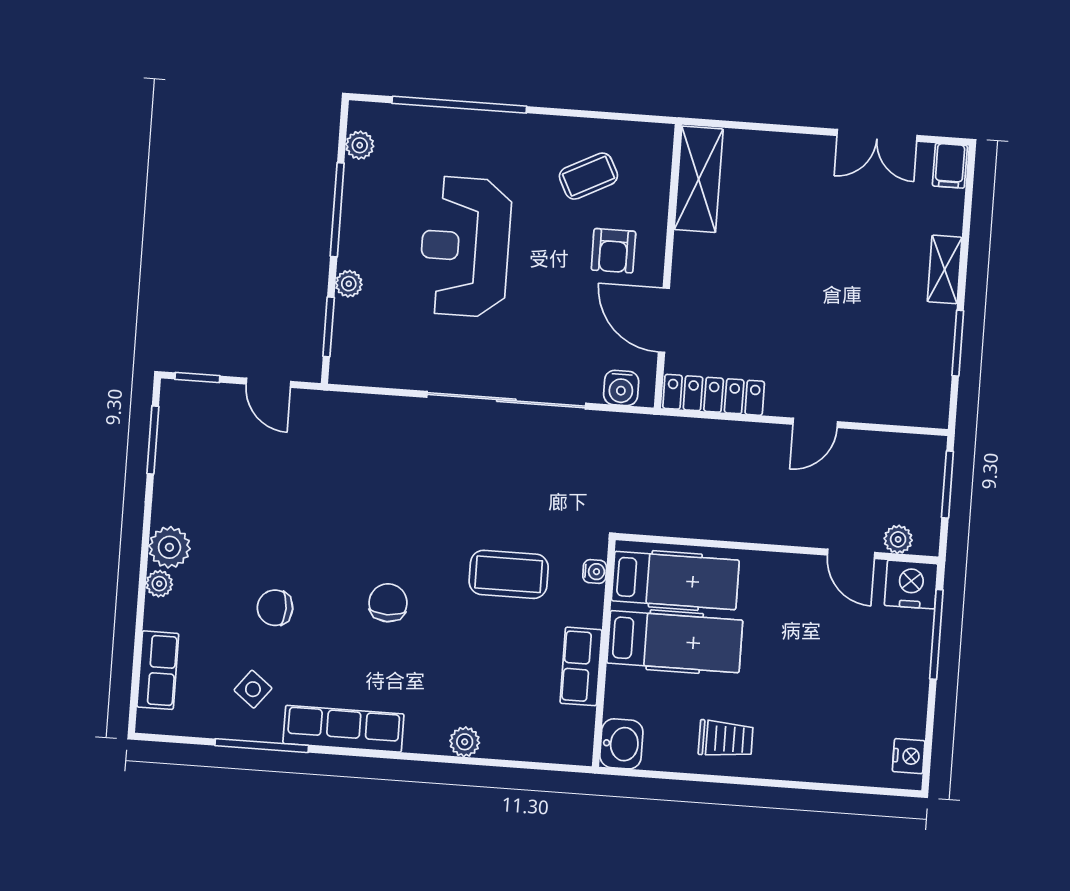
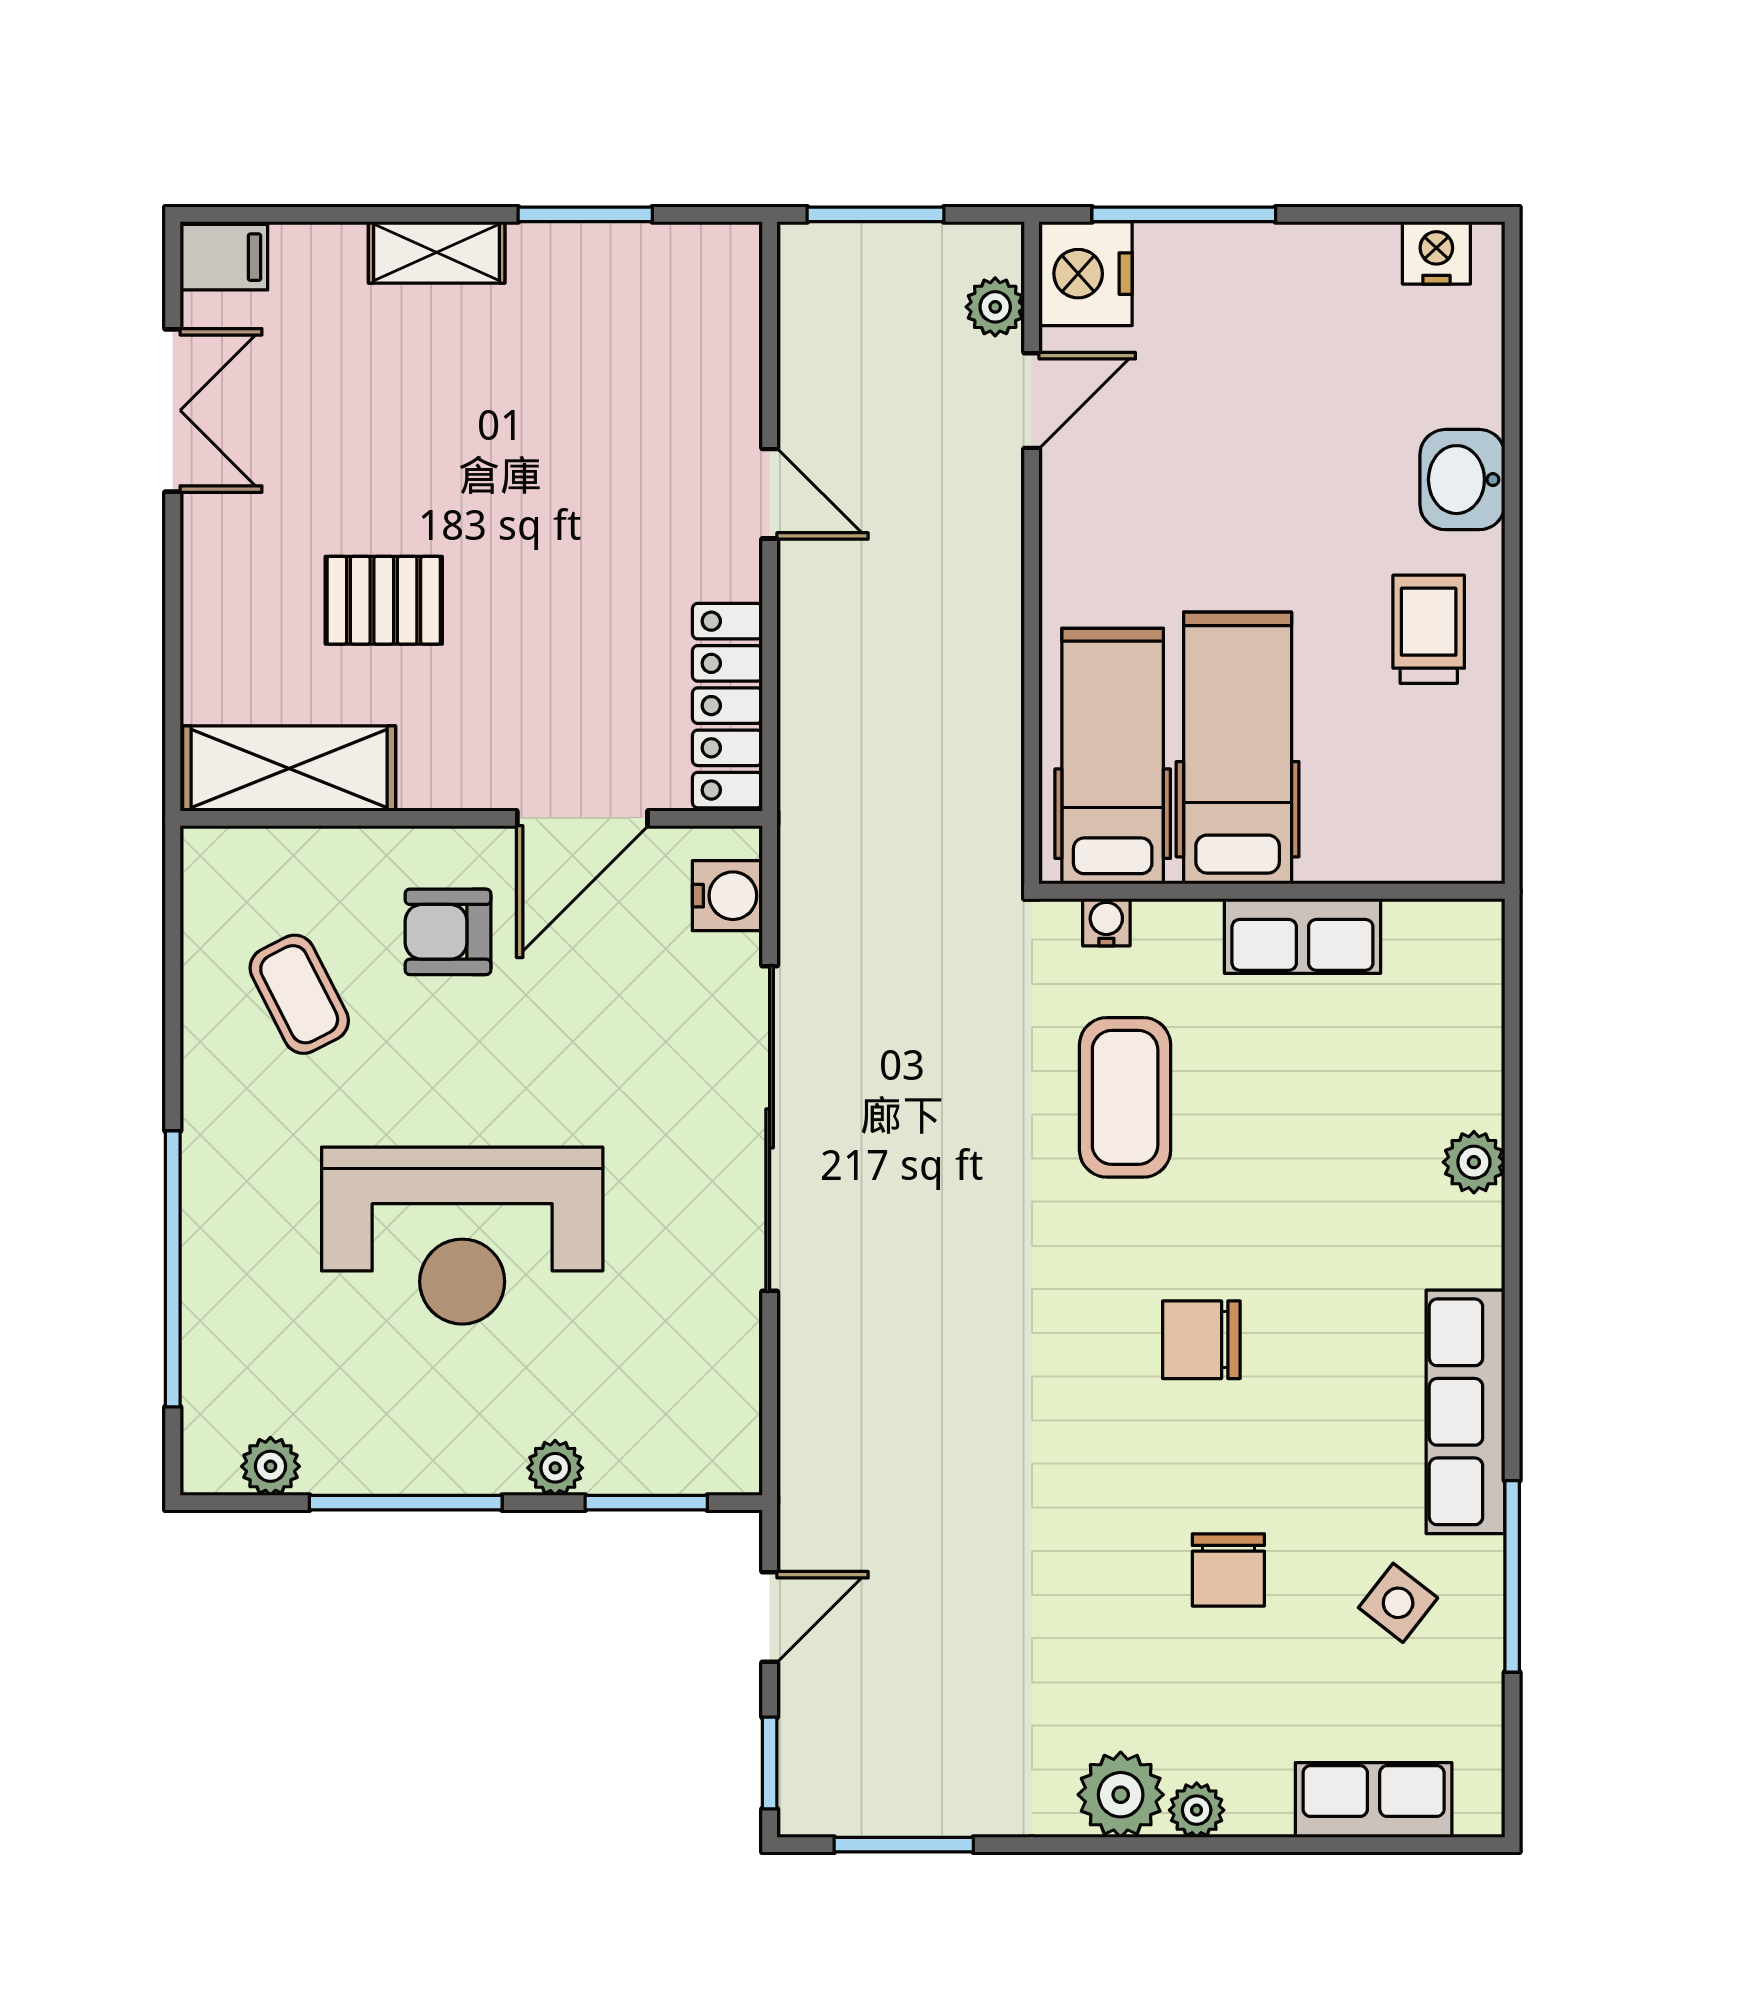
pallet: (777, 231) -> (384, 600), added
armchair: (613, 251) -> (448, 932), turned 180
washbasin: (621, 744) -> (1462, 480), moved, turned -90

